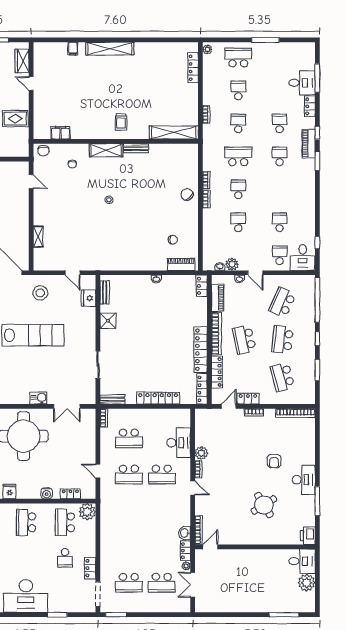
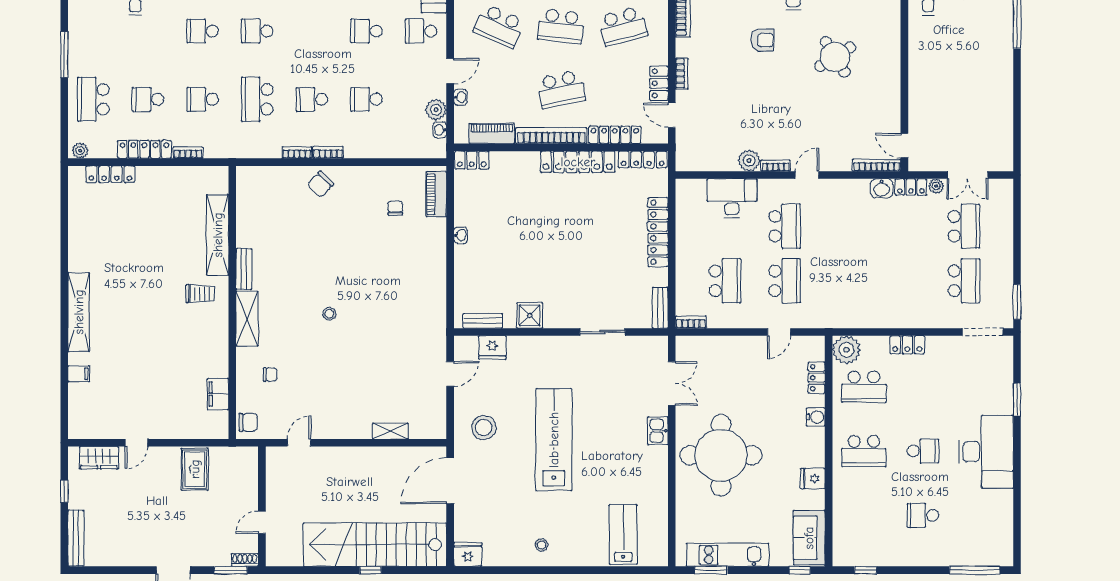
locker: (208, 88) -> (144, 149), added
shelving: (174, 132) -> (218, 235), moved
school desk: (65, 558) -> (923, 451), moved
locker: (90, 568) -> (907, 345), moved

